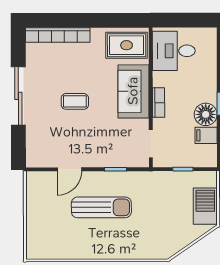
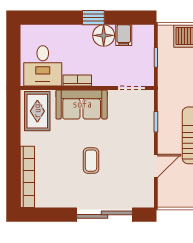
sliding door: (18, 96) -> (104, 215), moved
bookcase: (159, 103) -> (77, 81), moved
door: (69, 169) -> (156, 166), hinge flipped

